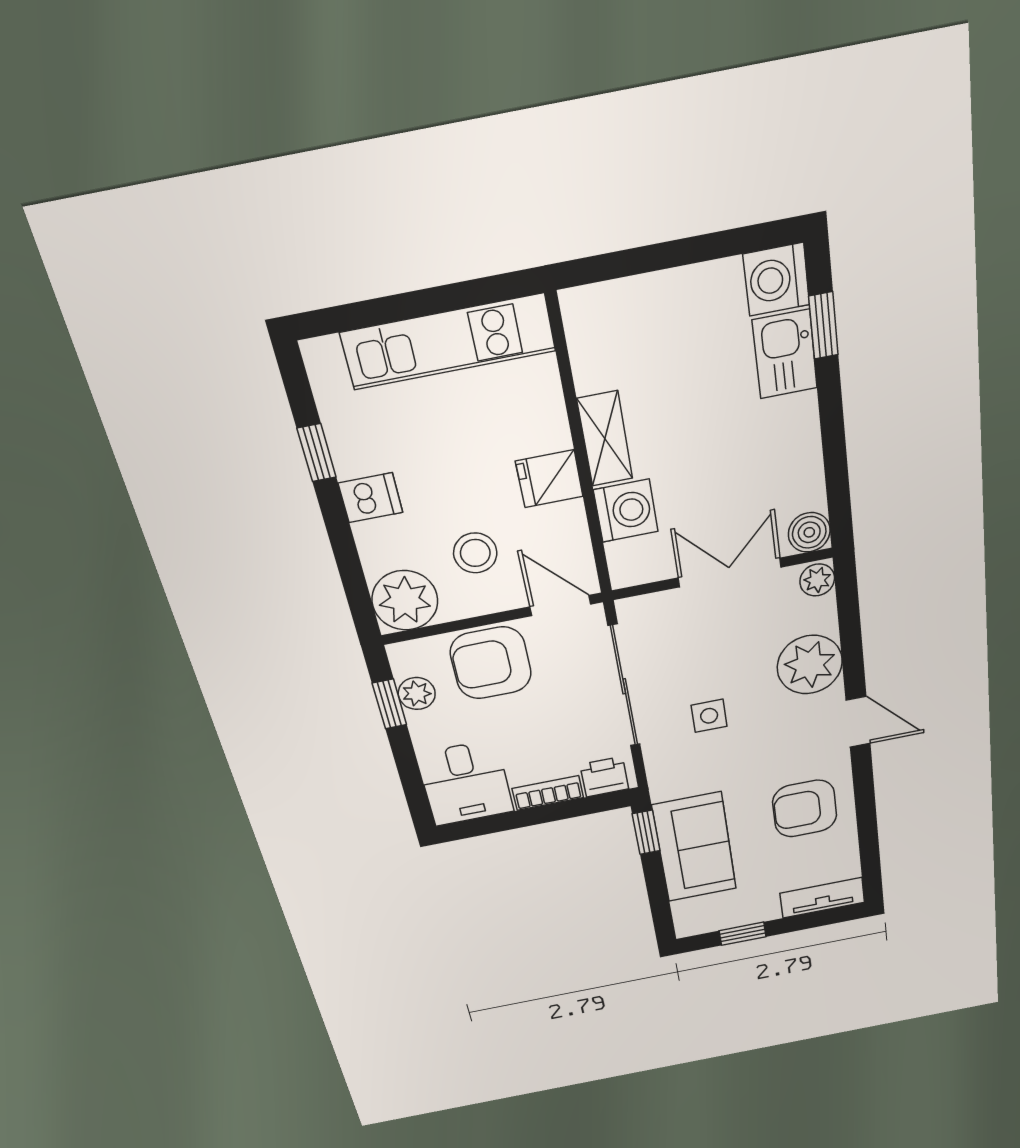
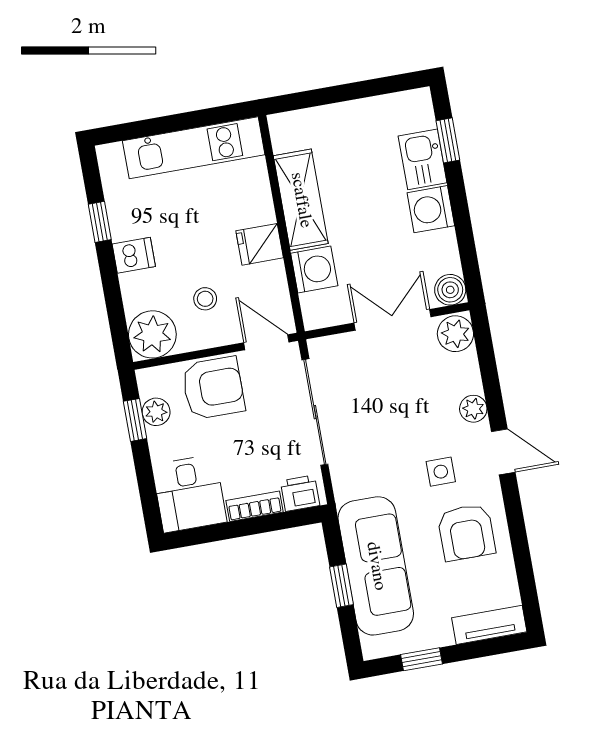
washing machine: (776, 279) -> (431, 209), moved
shelving: (605, 439) -> (301, 200), width x1.50, depth x1.33
stool: (475, 553) -> (205, 299), width x0.73, depth x0.73
plant: (817, 580) -> (455, 334), width x1.38, depth x1.38
armchair: (491, 663) -> (213, 388), turned 180
plant: (810, 665) -> (473, 409), width x0.53, depth x0.53
side table: (709, 716) -> (441, 472), moved
armchair: (805, 809) -> (466, 532), turned -90
window: (646, 832) -> (341, 586), moved
sofa: (695, 847) -> (376, 566), width x1.36

